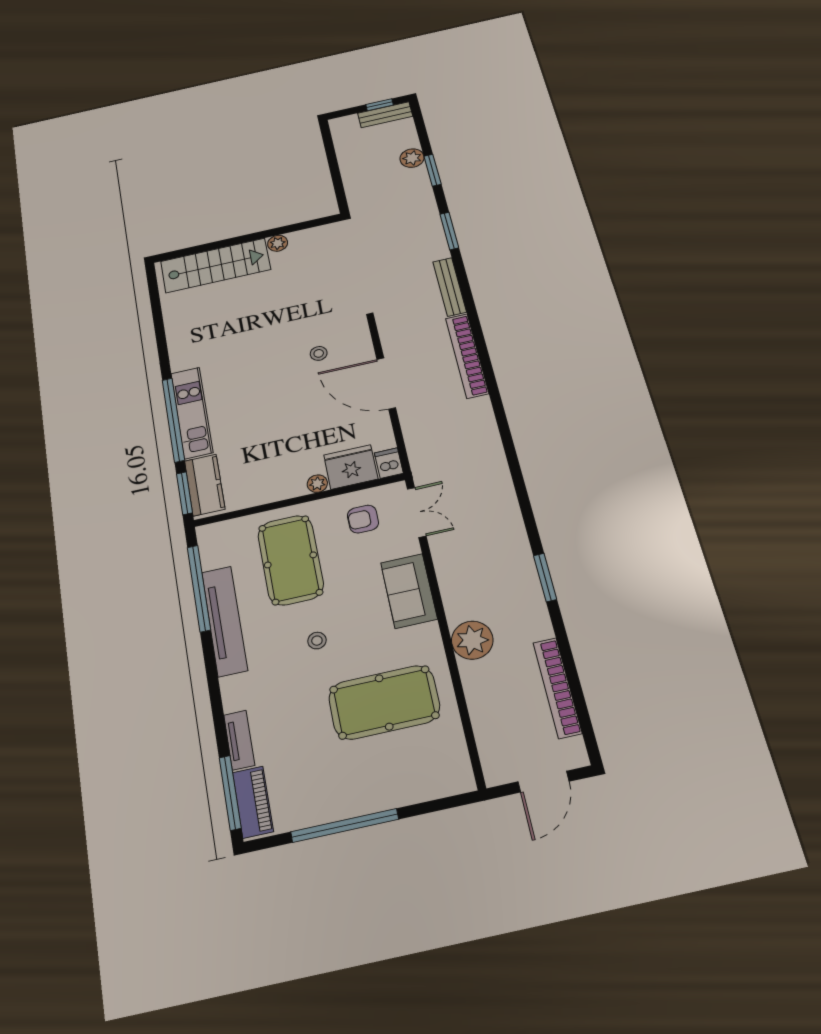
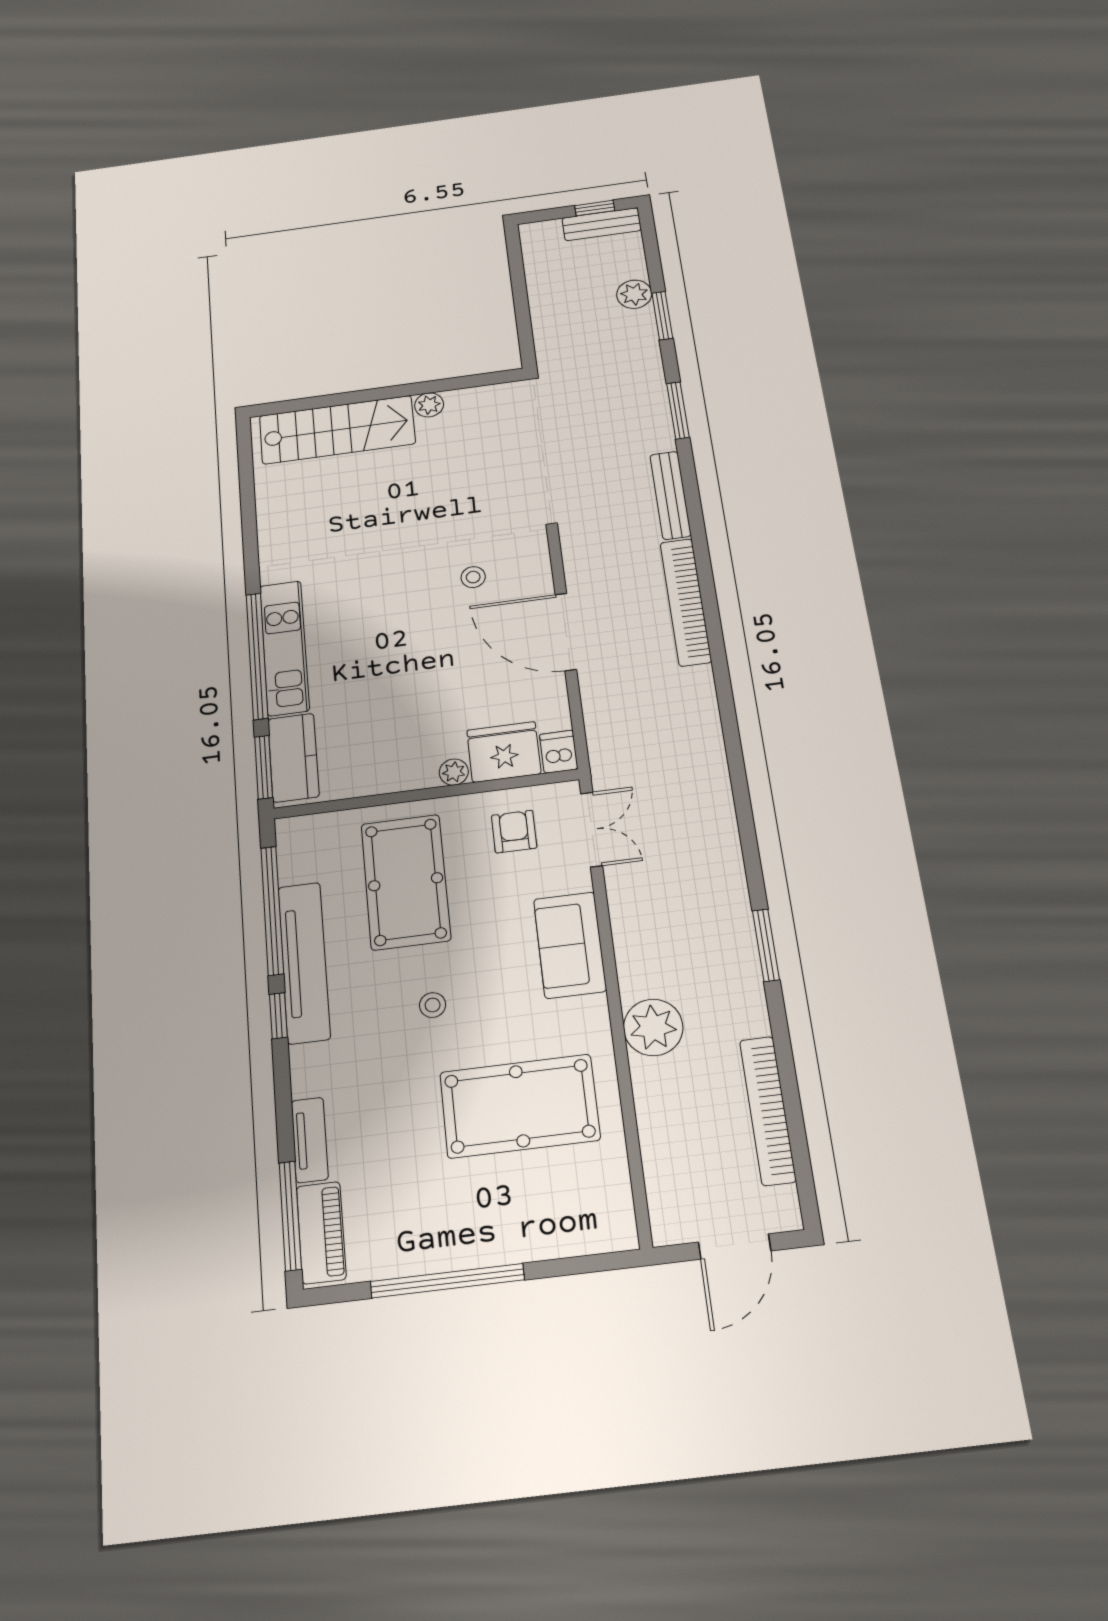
armchair: (363, 519) -> (514, 832), turned 90
window: (210, 659) -> (278, 1016), added

